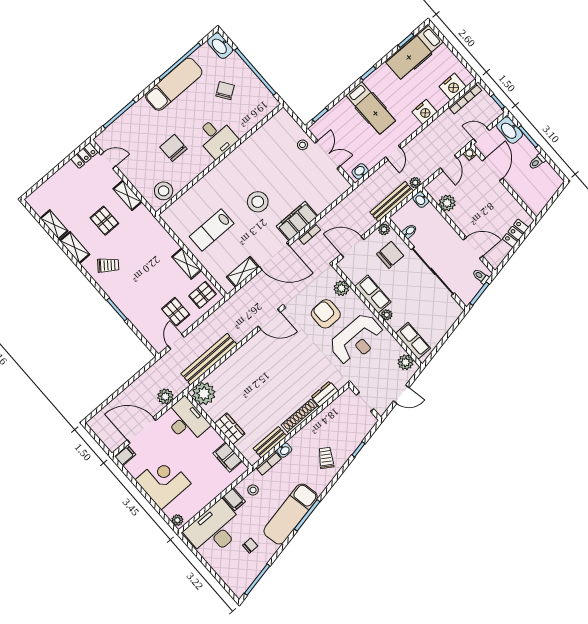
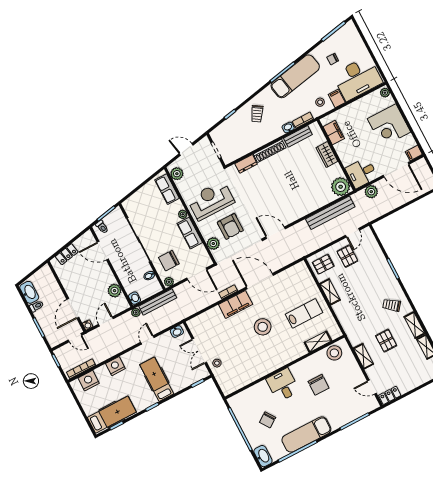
washbasin: (510, 130) -> (29, 292), moved
shelving: (243, 272) -> (318, 342), moved
desk: (186, 421) -> (362, 173), width x0.73

